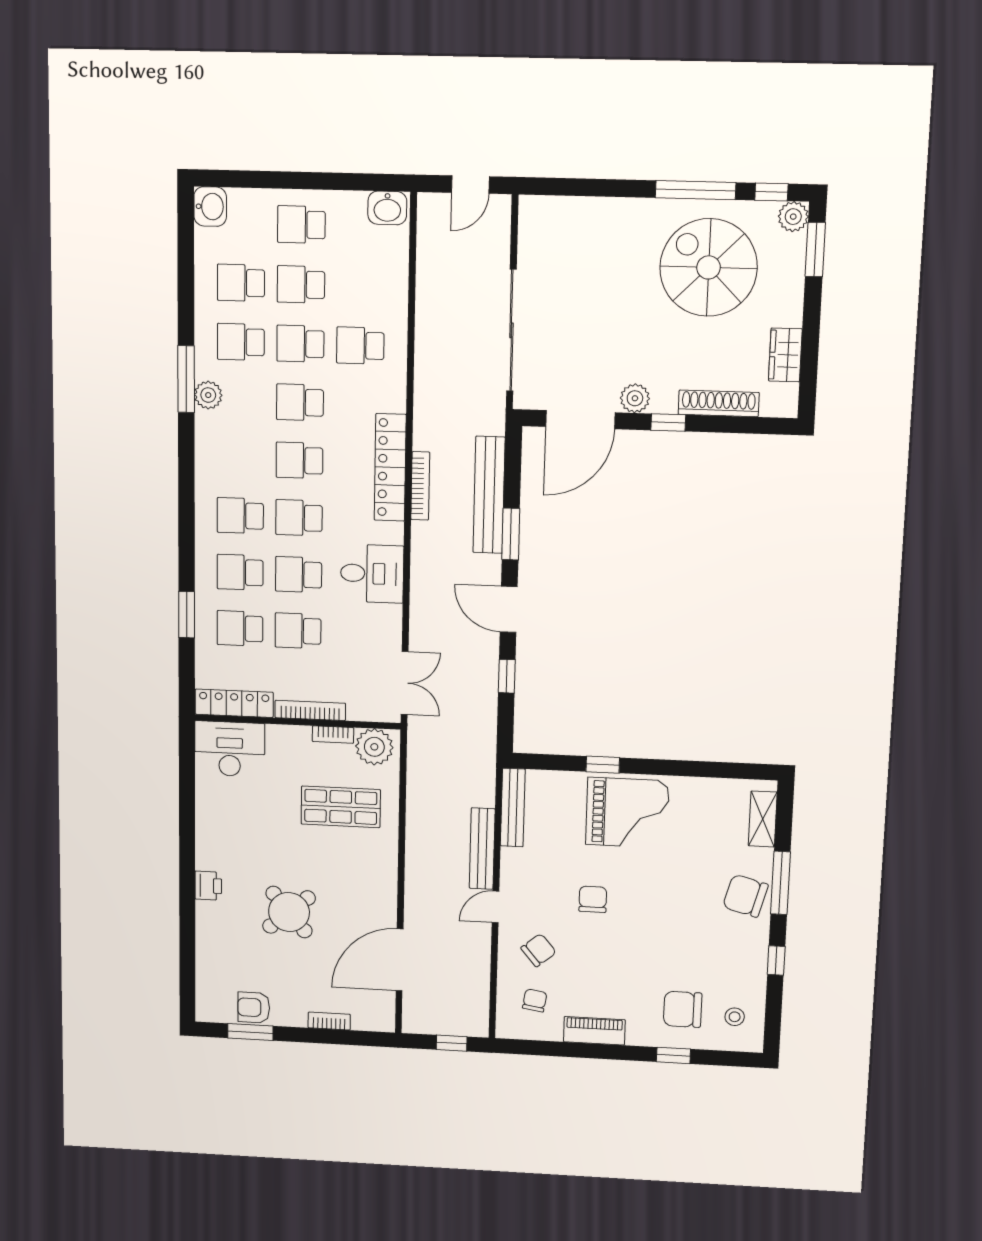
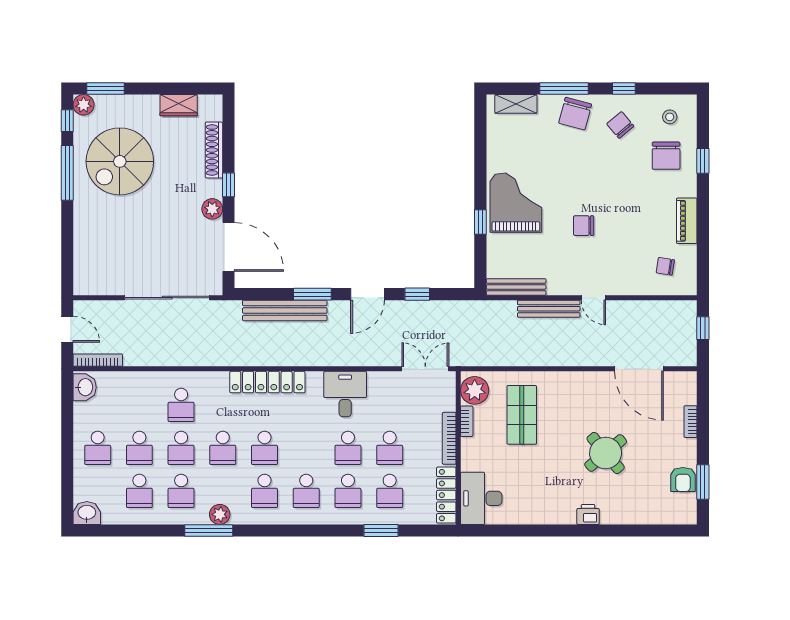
bookcase: (420, 486) -> (98, 360), moved
school desk: (299, 518) -> (265, 491), moved
chair: (539, 950) -> (620, 125), moved

